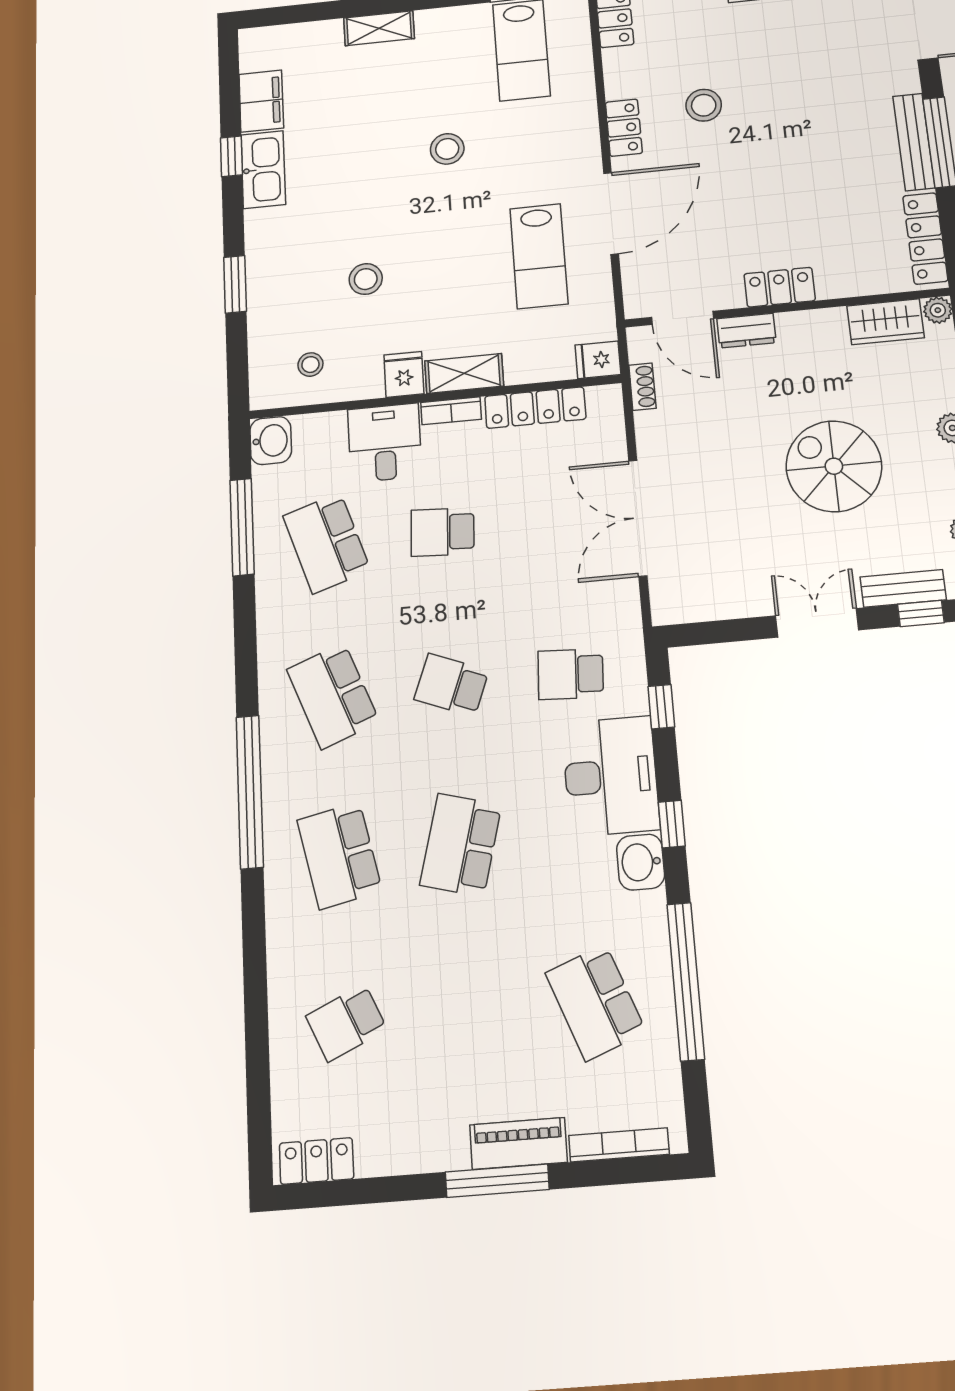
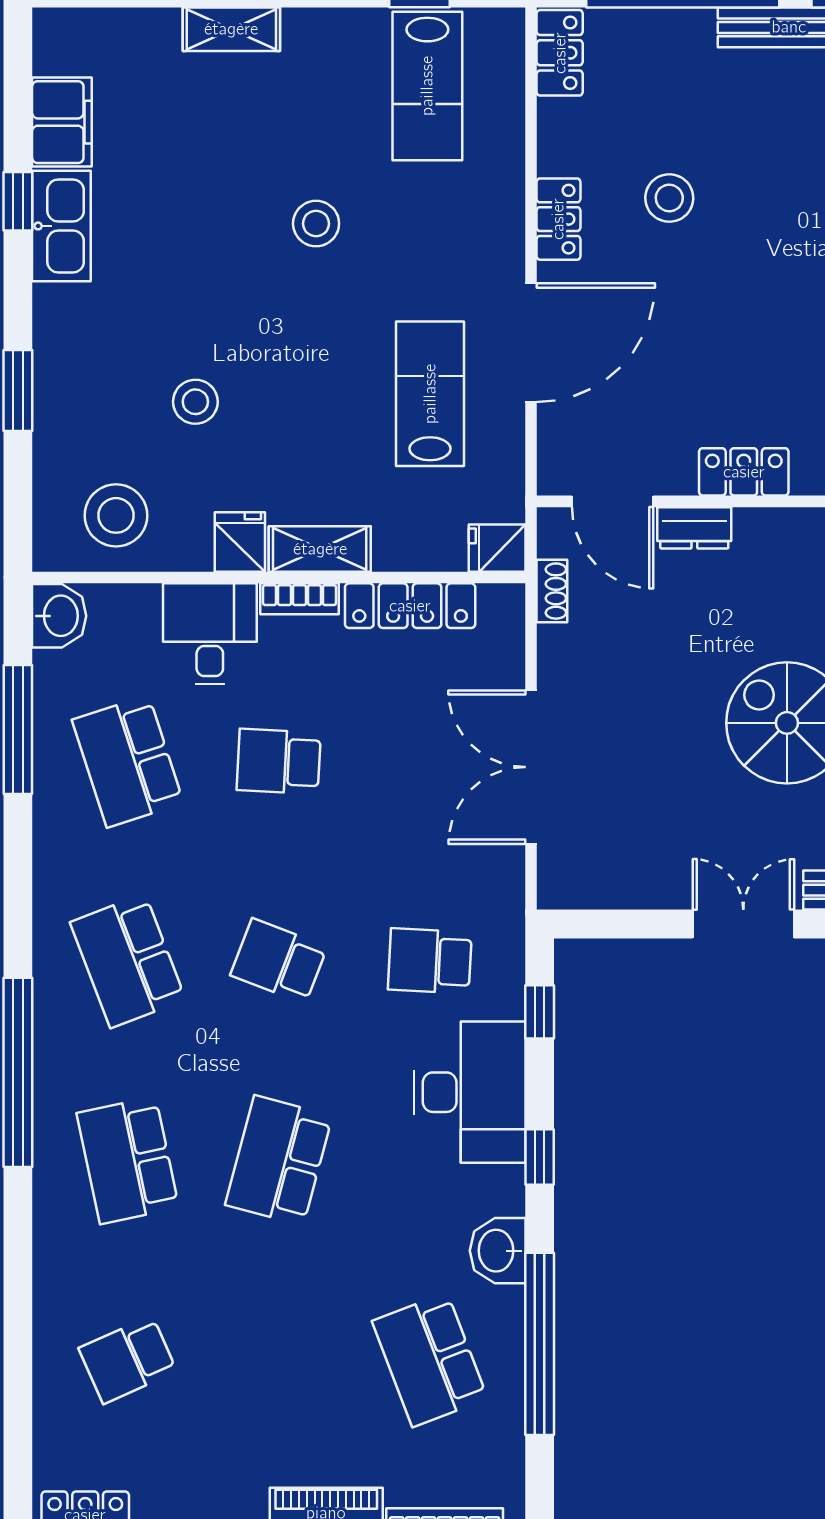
lab bench: (539, 256) -> (430, 394), turned 180
stool: (310, 365) -> (116, 515), width x1.89, depth x1.89
washbasin: (641, 862) -> (498, 1251), moved

